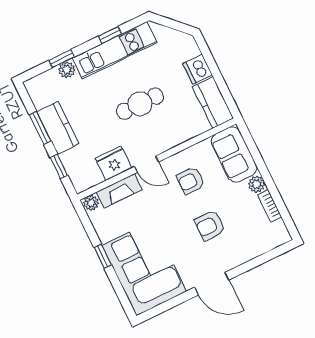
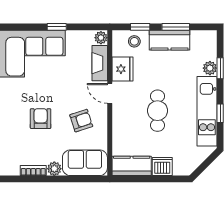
door: (147, 164) -> (110, 93), hinge flipped
stool: (78, 165) -> (134, 41), added
armchair: (191, 181) -> (81, 121), turned 72

